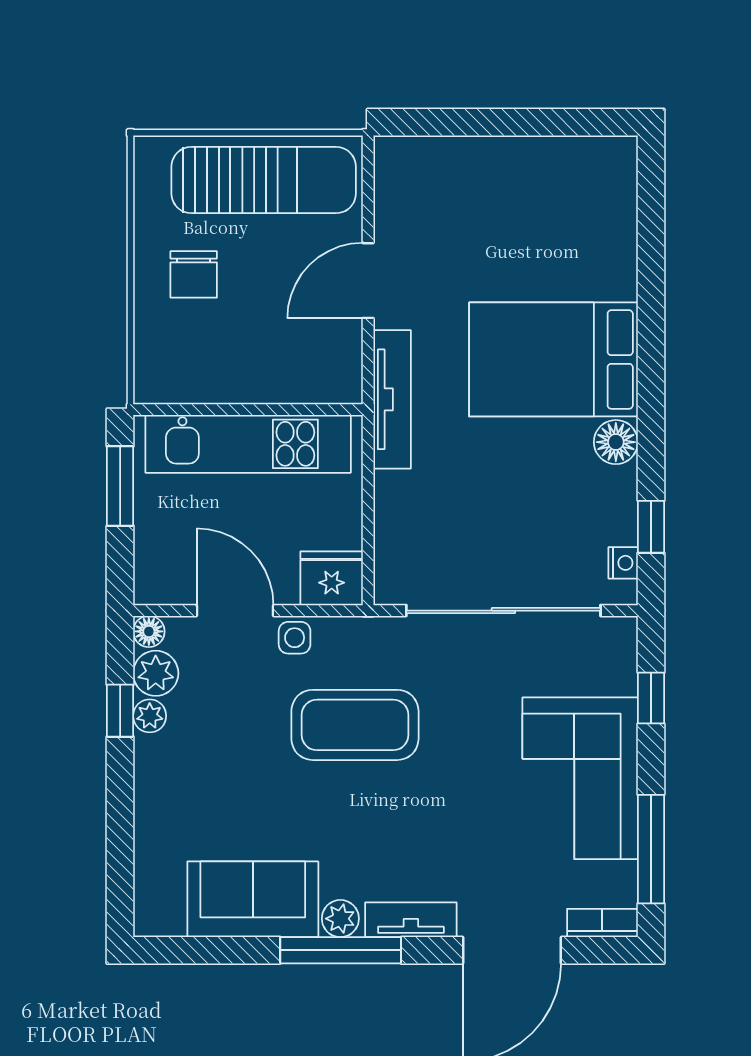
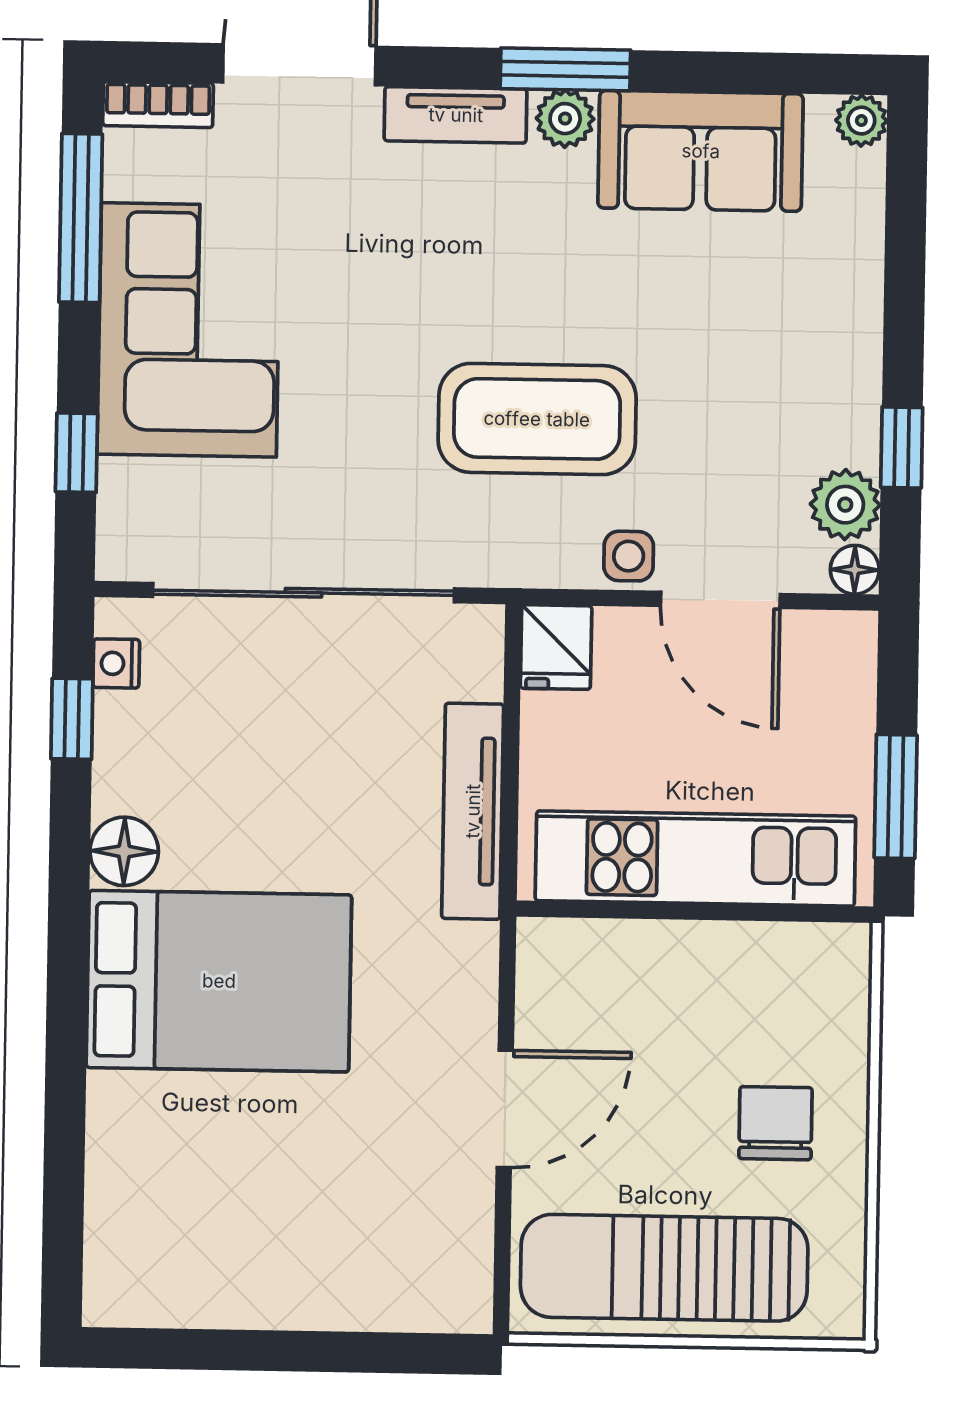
tv unit: (392, 399) -> (473, 811), moved
fridge: (332, 578) -> (556, 647), width x0.72
plant: (150, 716) -> (861, 121), moved
window: (341, 950) -> (565, 69), width x0.69

